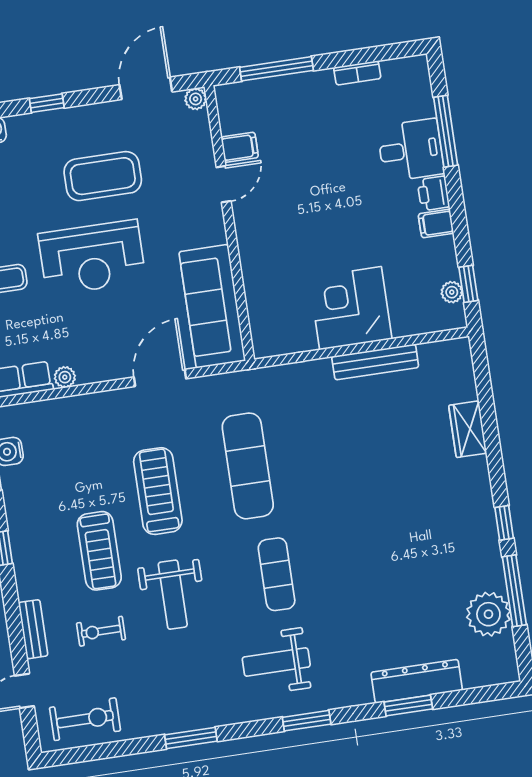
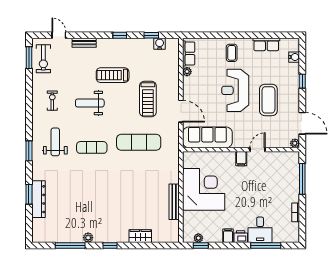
filing cabinet: (240, 147) -> (241, 159), moved
door: (224, 184) -> (258, 150), swing flipped
corner desk: (350, 308) -> (204, 189), width x1.36, depth x1.36
treadmill: (158, 491) -> (148, 99), moved, turned 90
window: (504, 523) -> (110, 245), moved
plant: (488, 614) -> (88, 238), moved, width x0.53, depth x0.53
exercise bike: (101, 631) -> (52, 101), moved
window: (191, 738) -> (29, 58), moved

